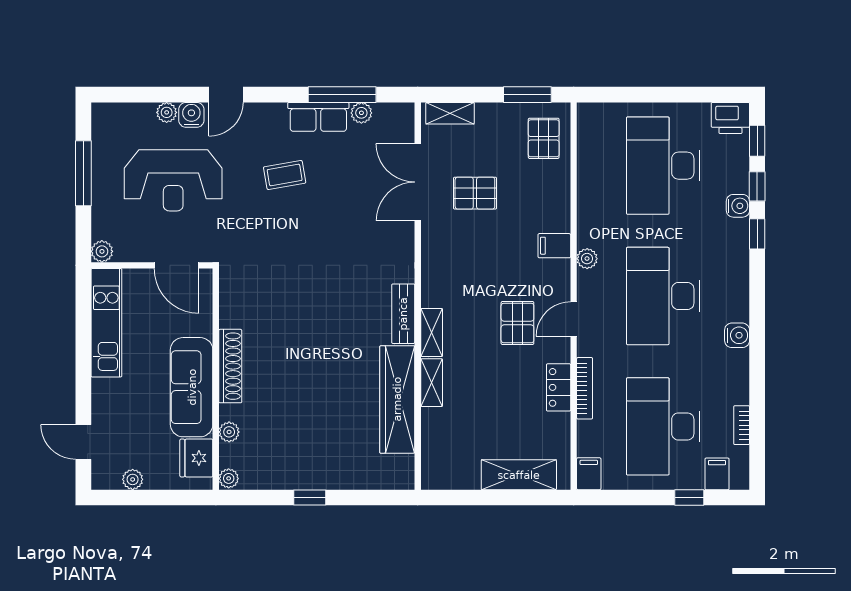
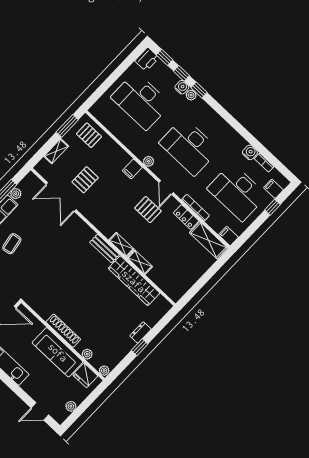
shelving: (450, 113) -> (56, 151), moved
plant: (739, 230) -> (191, 95), added
water cooler: (737, 335) -> (250, 152), moved
shelving: (519, 475) -> (208, 240), moved, turned 90
dresser: (332, 479) -> (140, 332), added

